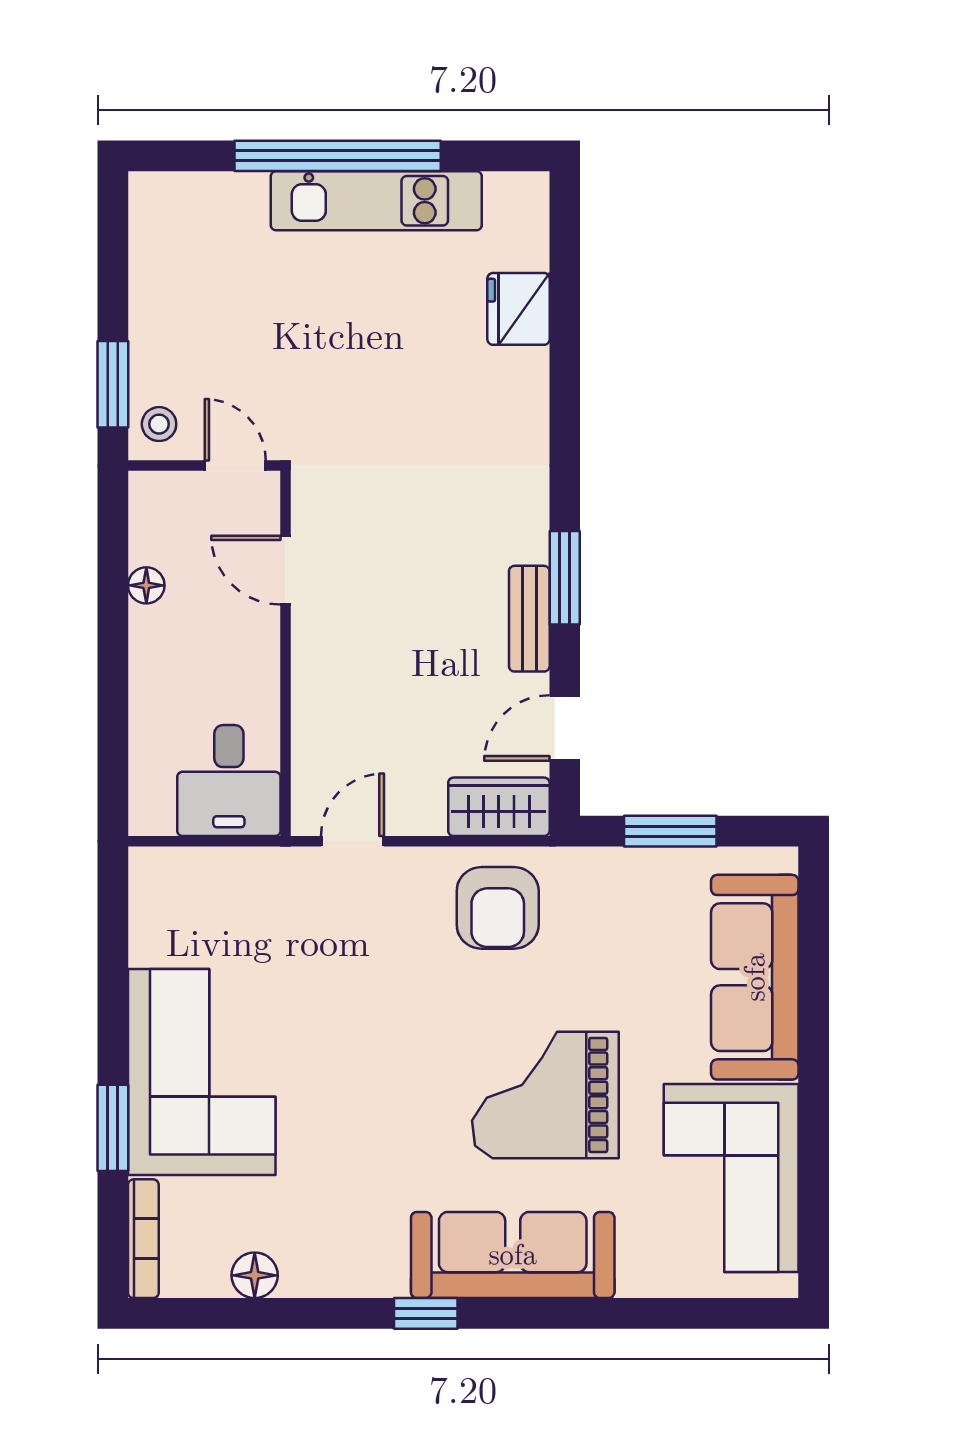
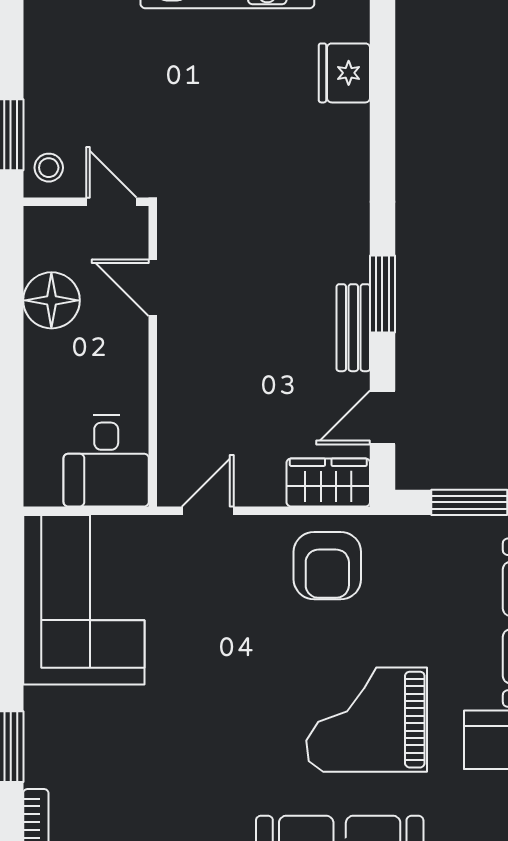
floor lamp: (146, 585) -> (51, 300), width x1.89, depth x1.89
corner sofa: (202, 1072) -> (84, 600), moved

